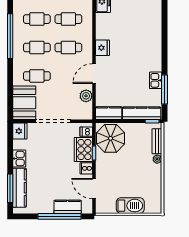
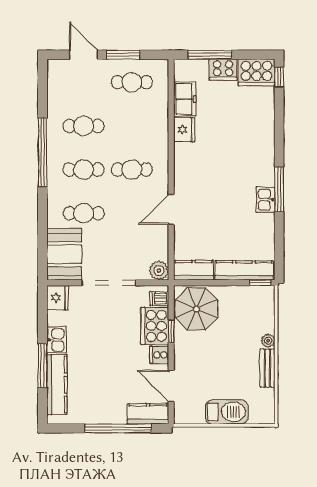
cafe table: (68, 19) -> (132, 126), removed
fridge: (103, 48) -> (184, 130), moved
kitchen sink: (156, 80) -> (266, 200), moved
window: (164, 90) -> (279, 189), moved
plant: (86, 96) -> (159, 271), moved
bench: (157, 141) -> (267, 368), moved
window: (10, 188) -> (43, 366), moved
kitchen counter: (68, 207) -> (148, 414), moved

